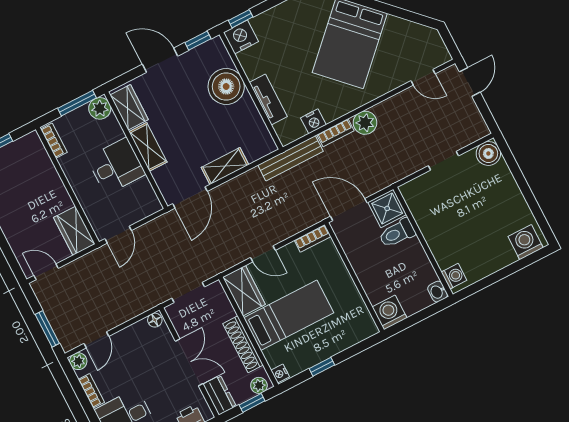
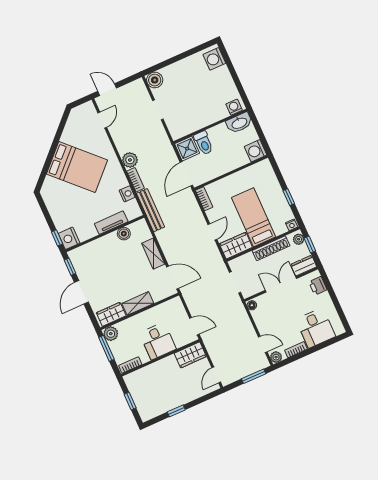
boiler: (226, 87) -> (124, 234), moved, width x0.54, depth x0.54
desk: (116, 166) -> (158, 341), moved, turned 180
washbasin: (438, 292) -> (239, 123), width x1.91, depth x1.45

